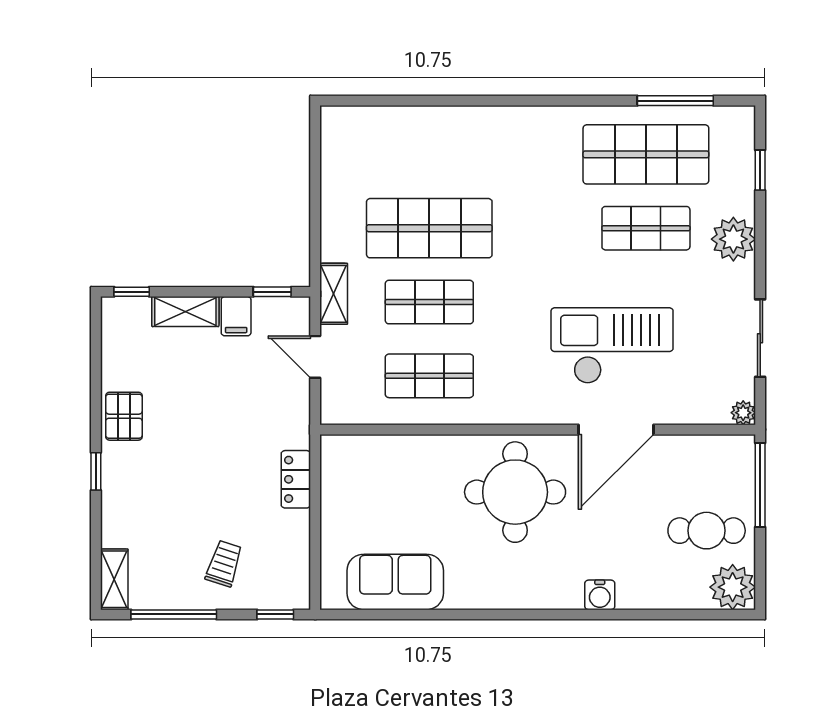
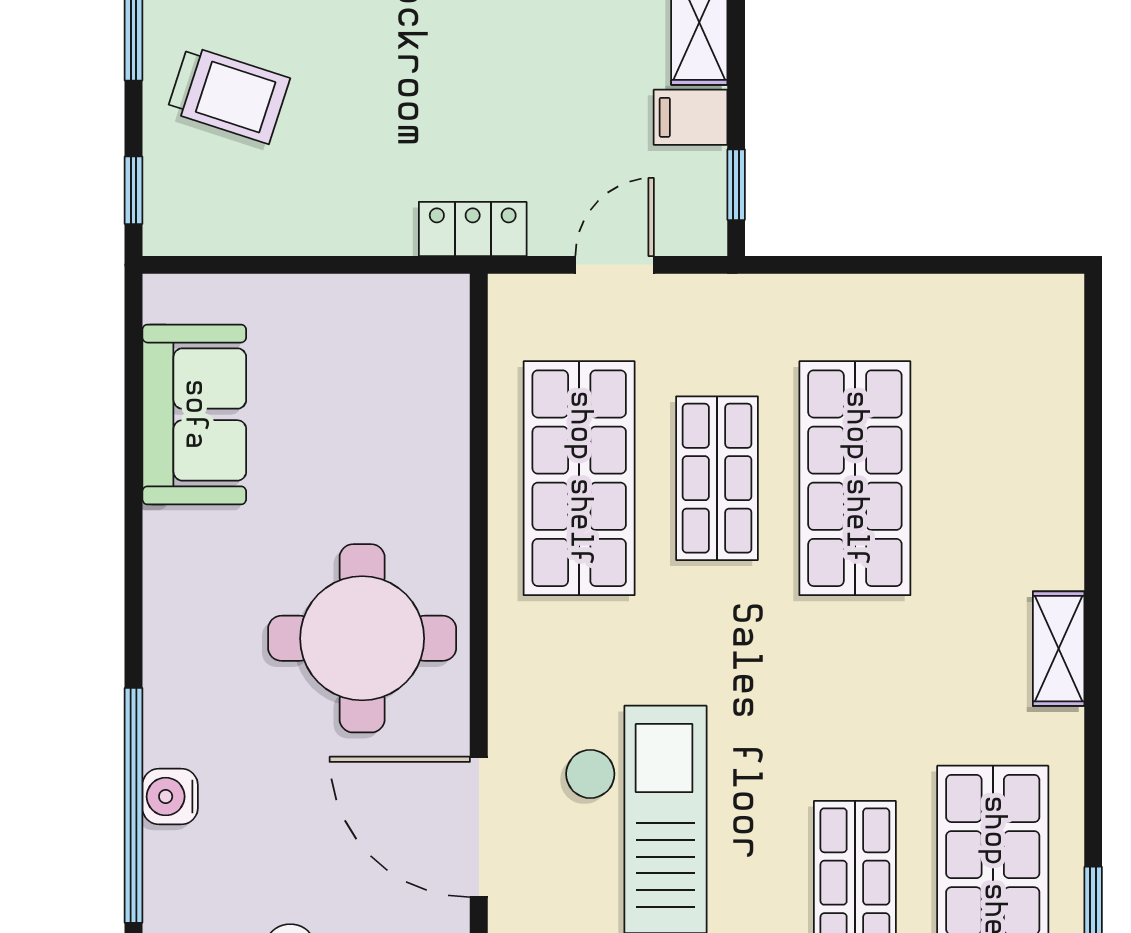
shelving: (334, 294) -> (1059, 649), moved, turned 90
shop shelf: (429, 376) -> (579, 478), width x1.43, depth x1.36
locker: (296, 479) -> (473, 229), moved
trolley: (224, 564) -> (228, 95), width x1.36, depth x1.39
window: (604, 614) -> (133, 805), added

